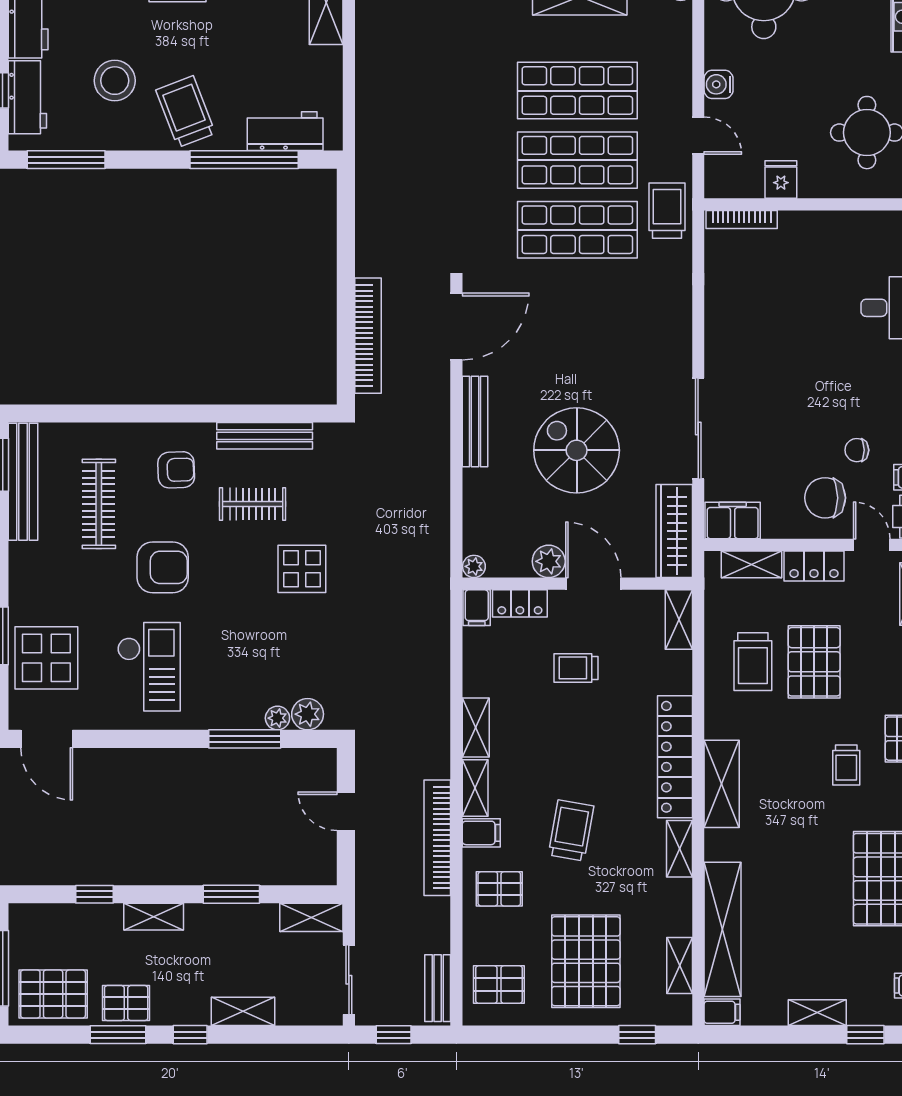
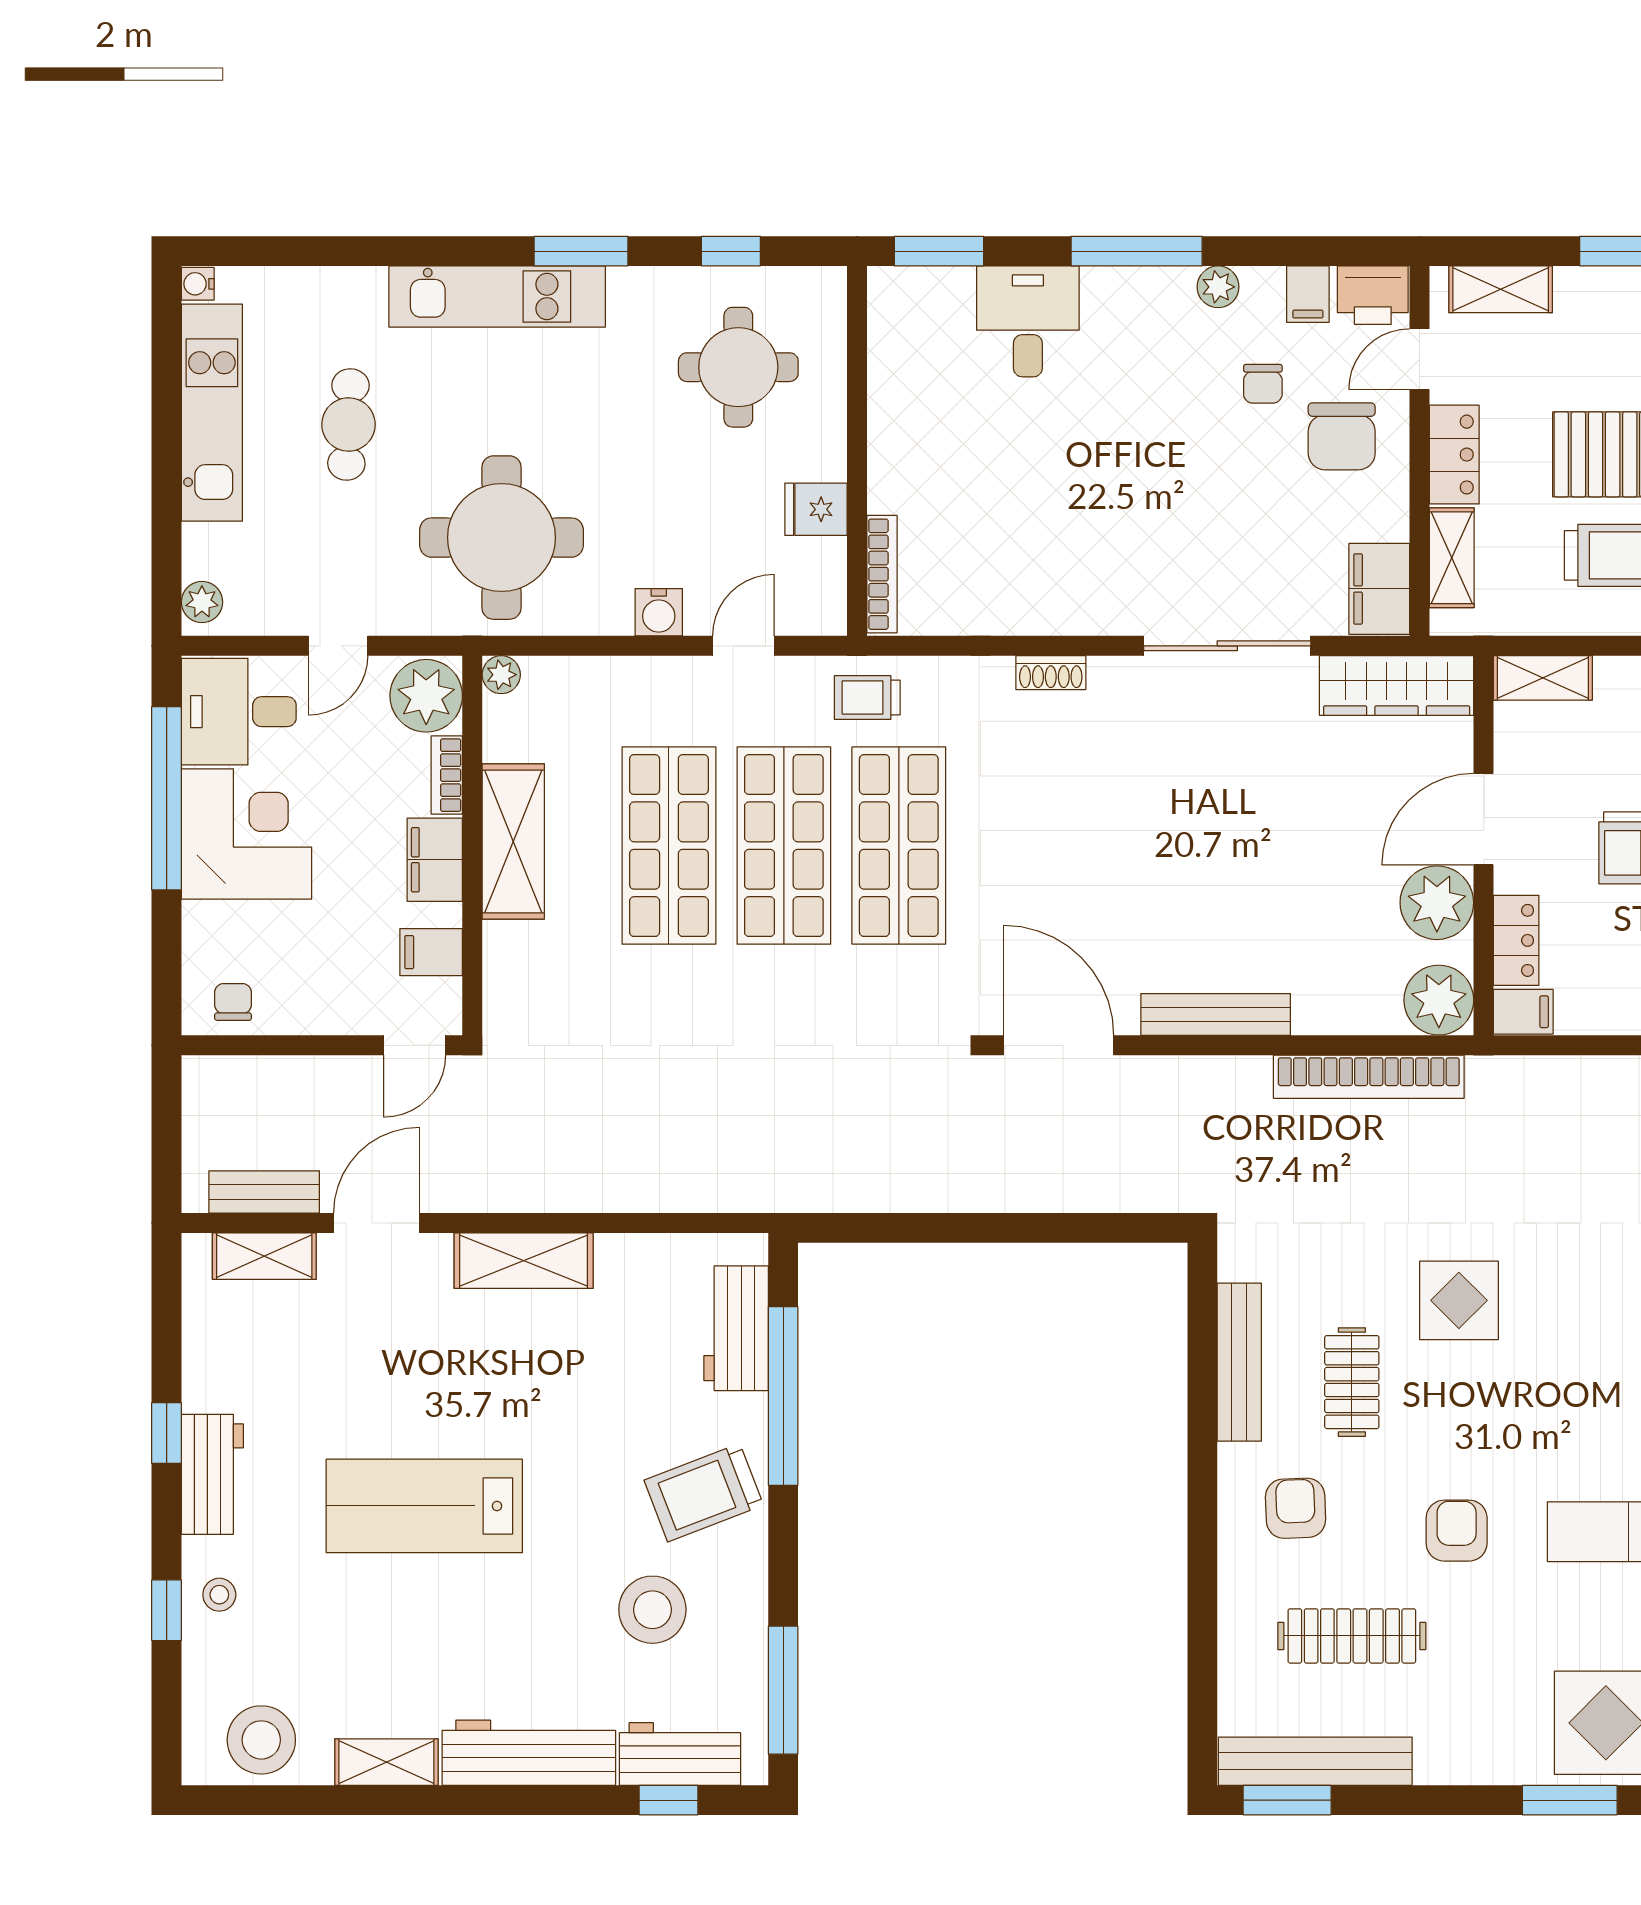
trolley: (667, 211) -> (867, 697), width x0.73, depth x0.72
shoe rack: (682, 322) -> (1051, 673), added
bookcase: (368, 336) -> (1369, 1077), moved, turned 180
spiral stairs: (577, 450) -> (1263, 847), removed
plant: (549, 561) -> (1437, 903), width x1.36, depth x1.36
plant: (474, 566) -> (1439, 1000), width x1.88, depth x1.88
armchair: (163, 567) -> (1457, 1531), width x0.72, depth x0.72

